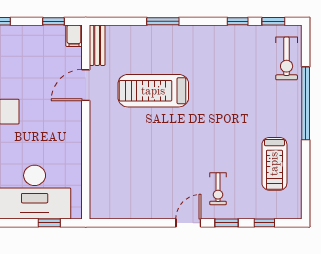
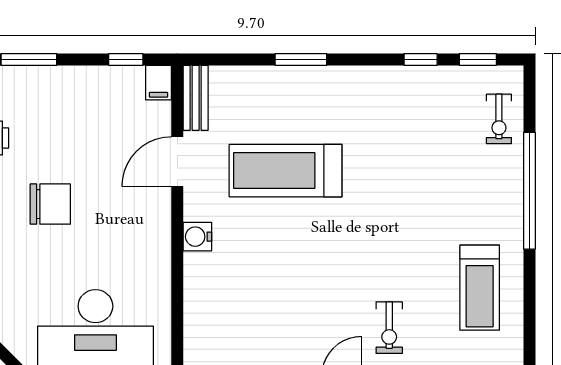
exercise bike: (287, 58) -> (499, 119), width x0.73, depth x0.72
water cooler: (98, 132) -> (197, 237), added

